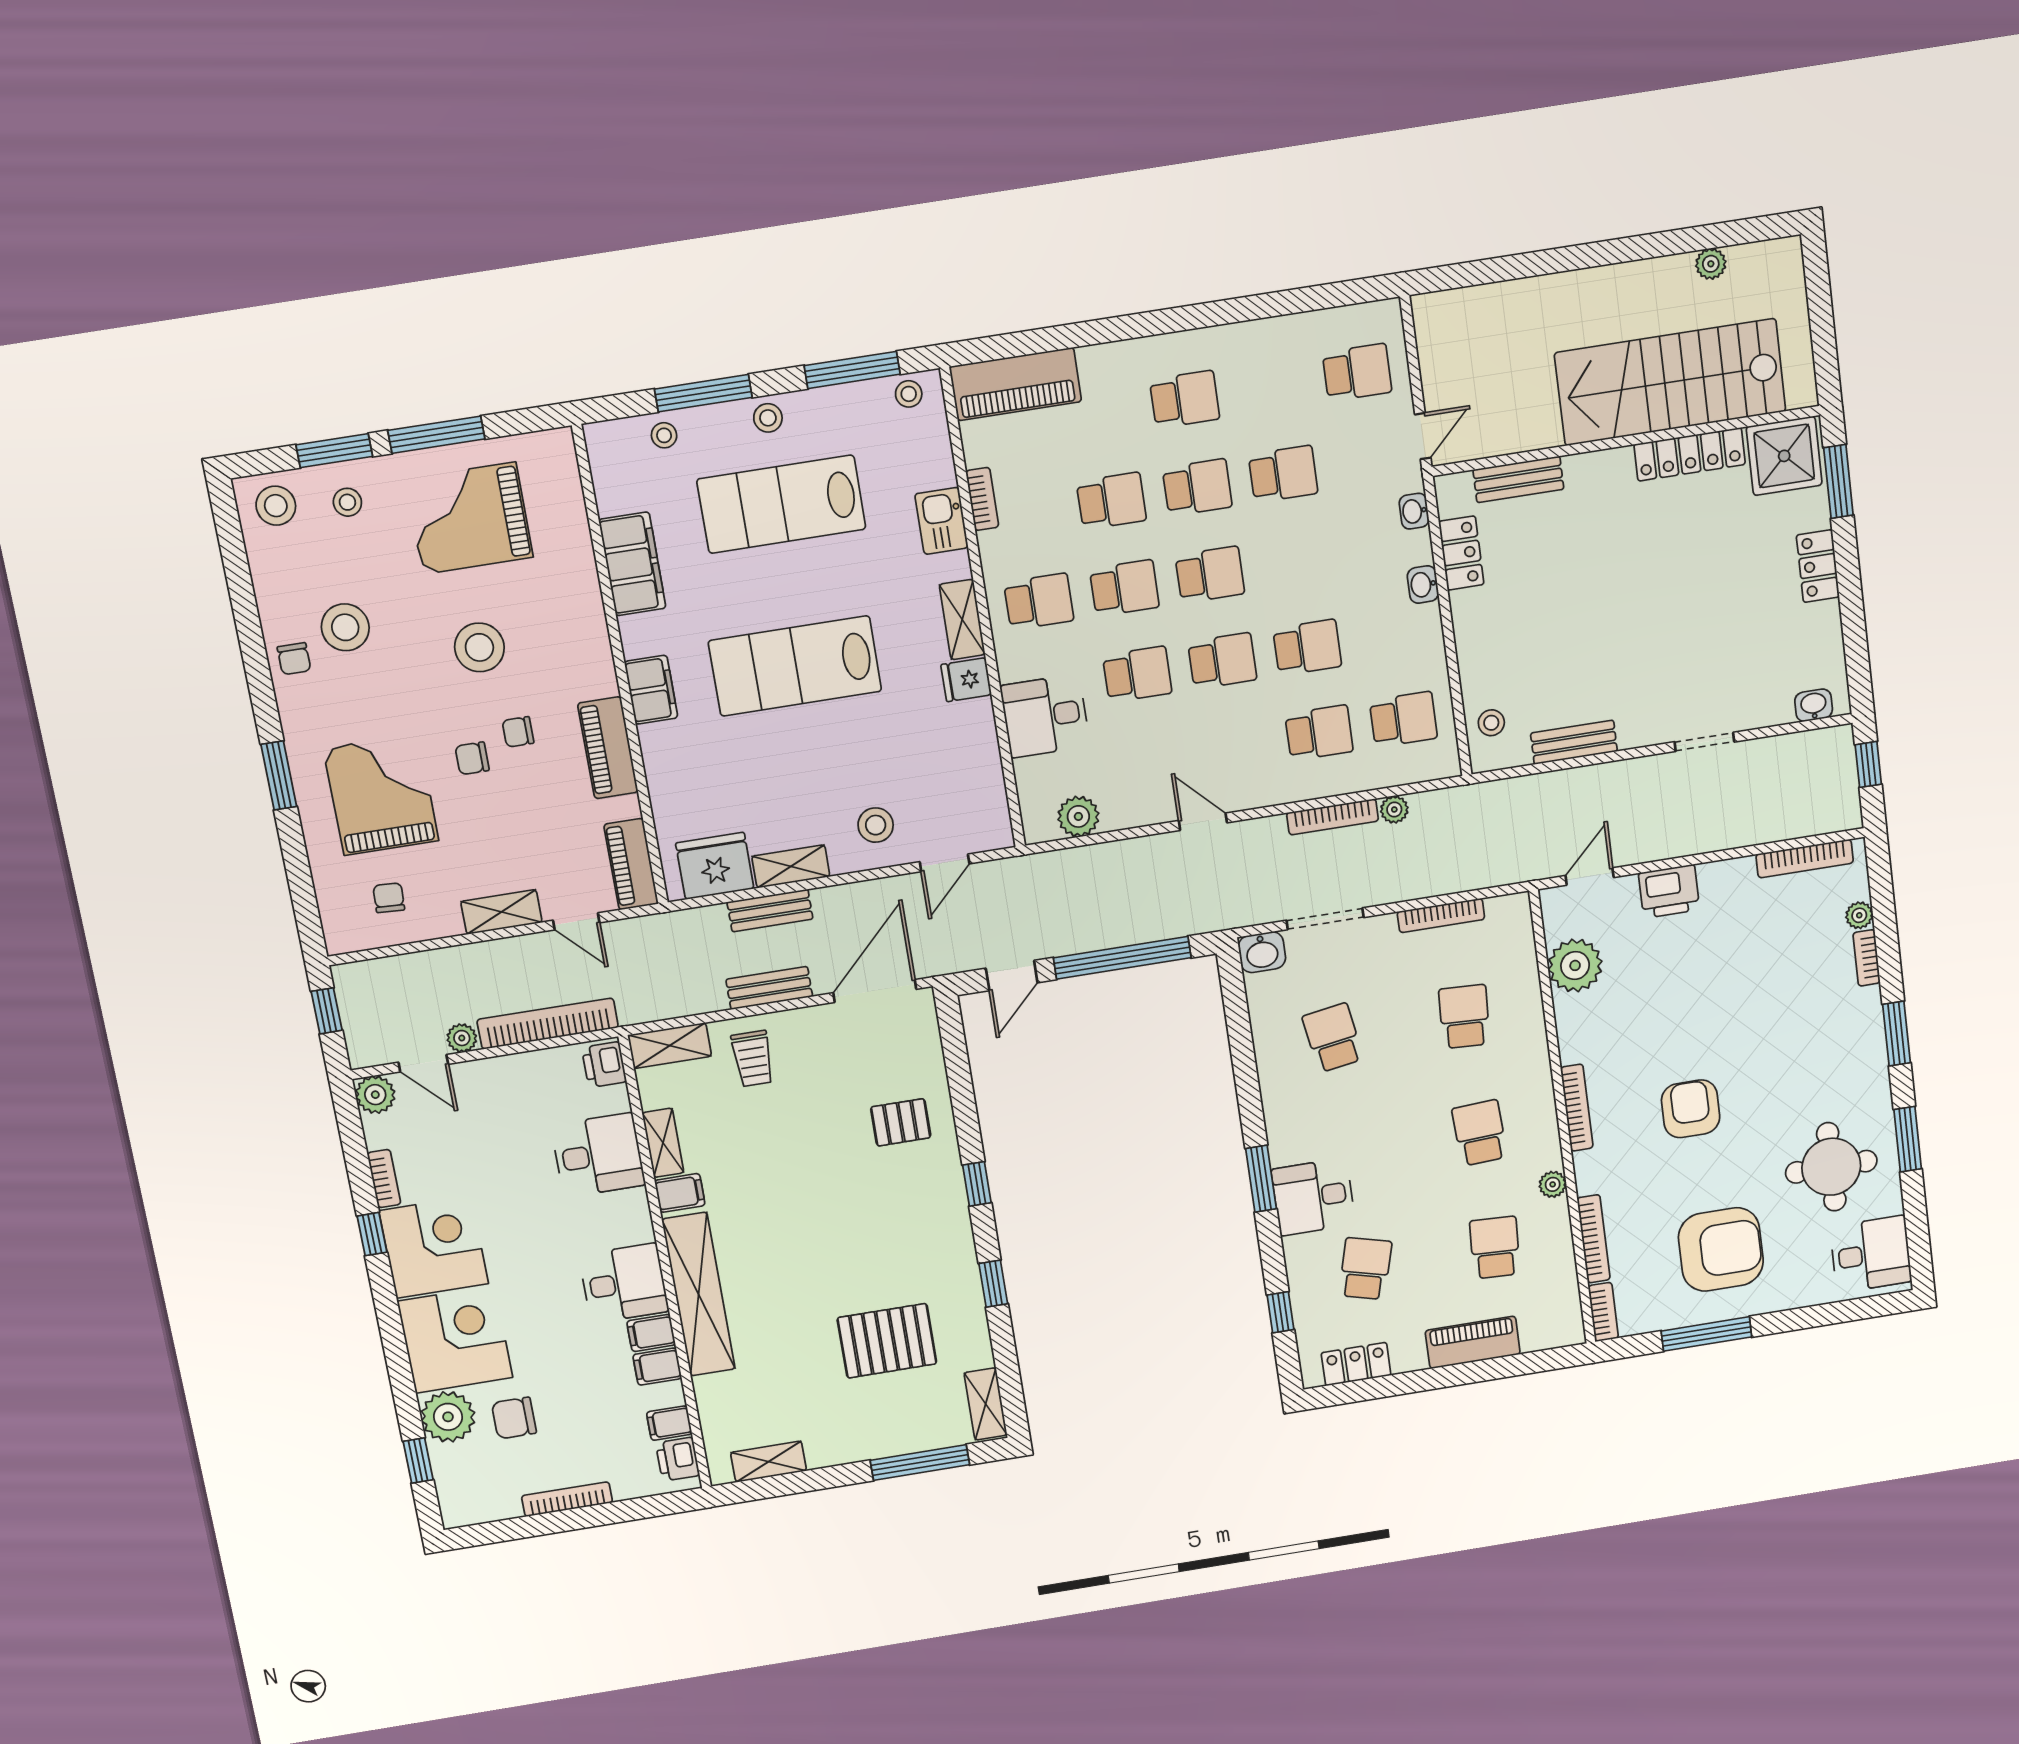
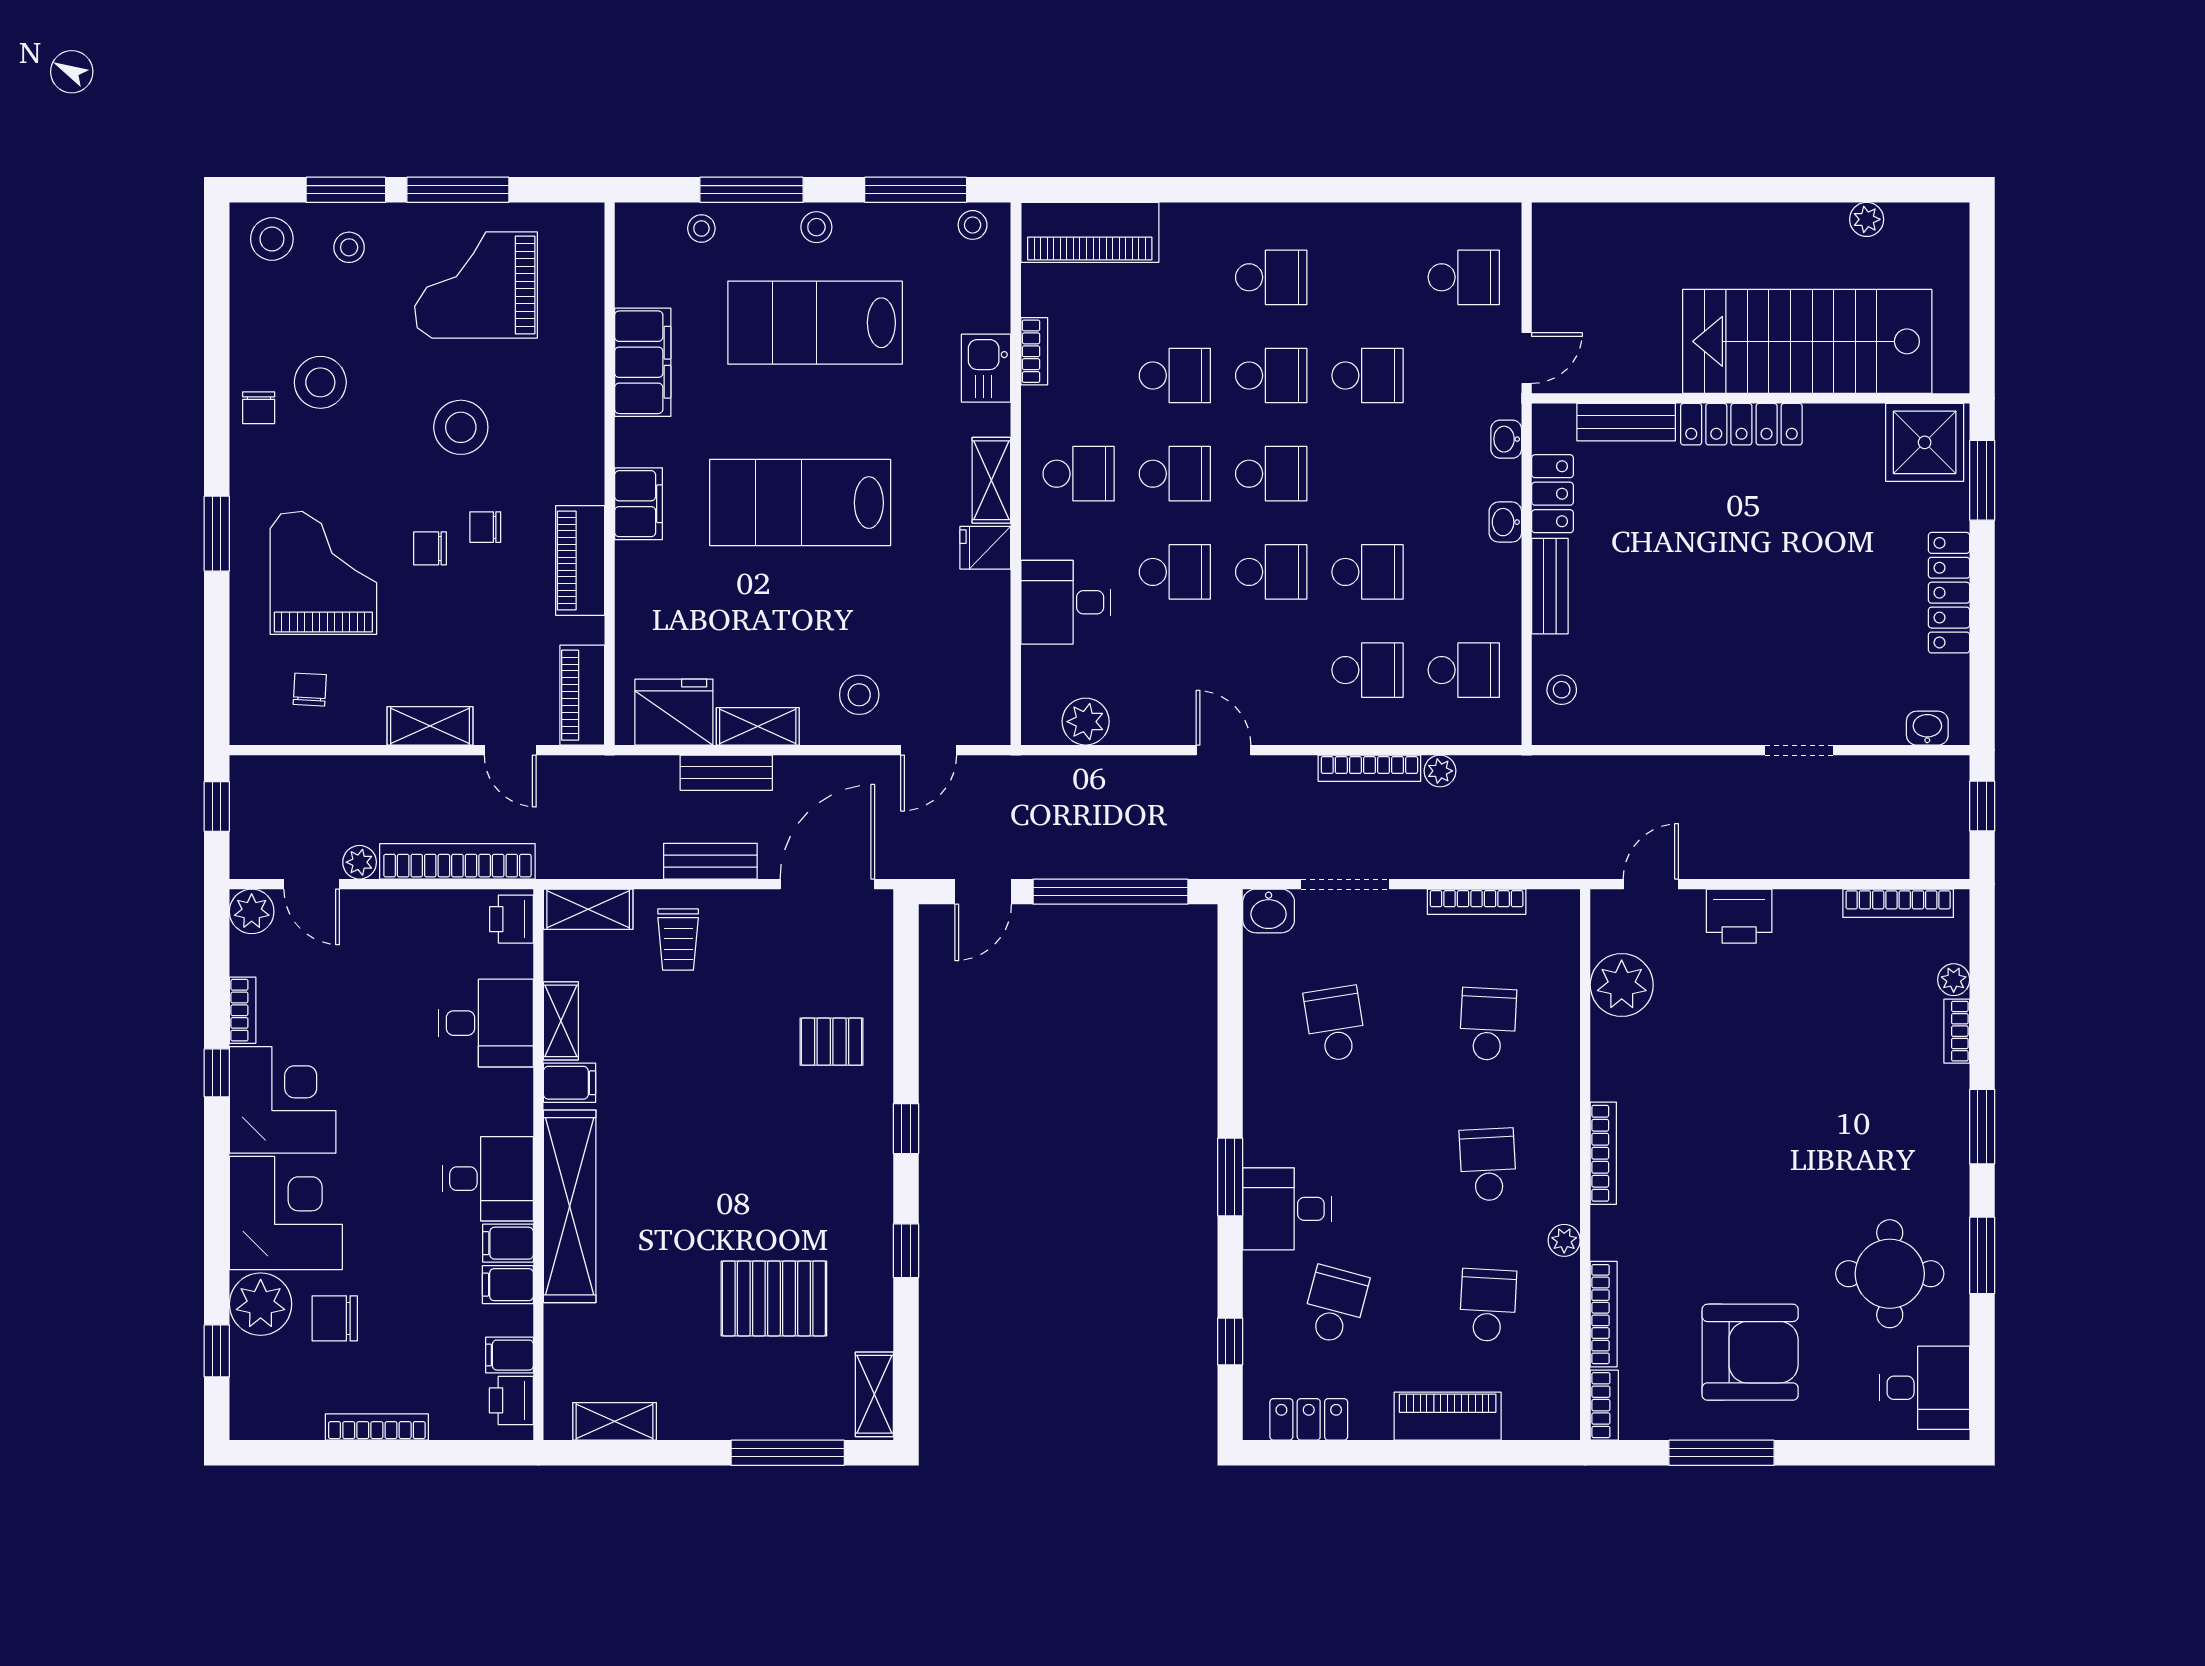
locker: (1690, 454) -> (1741, 424), moved
locker: (1818, 566) -> (1949, 593), width x1.53
bench: (1574, 742) -> (1550, 586), moved, turned 90
armchair: (1691, 1109) -> (1734, 1177), removed

